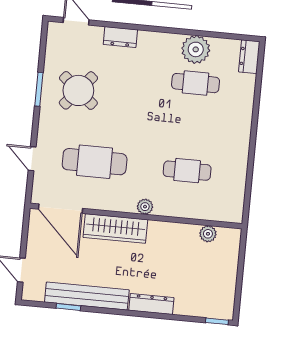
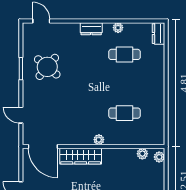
dresser: (120, 37) -> (91, 29), moved
plant: (196, 49) -> (118, 28), width x0.53, depth x0.53
cafe table: (95, 162) -> (62, 113), removed
plant: (233, 241) -> (159, 157), added

